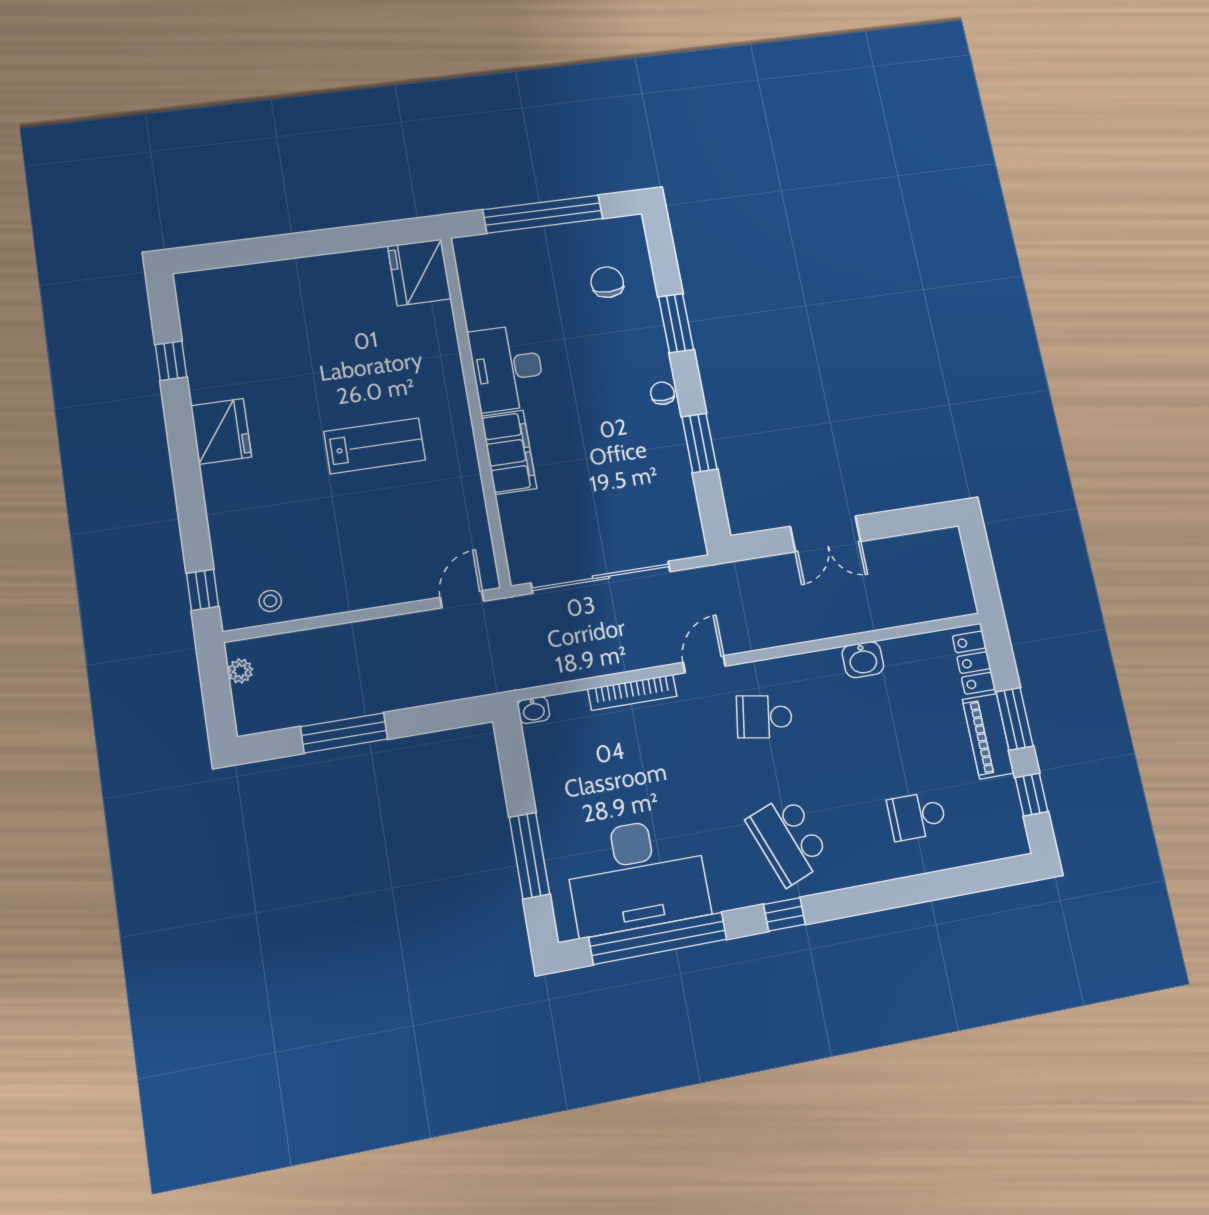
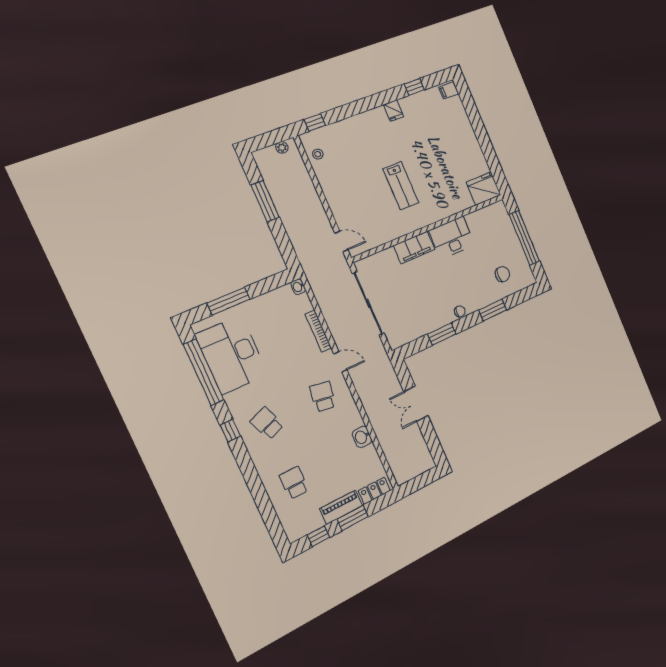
filing cabinet: (194, 289) -> (449, 90), added
fridge: (221, 431) -> (394, 111), width x0.53, depth x0.75
school desk: (788, 840) -> (267, 423), width x0.54

